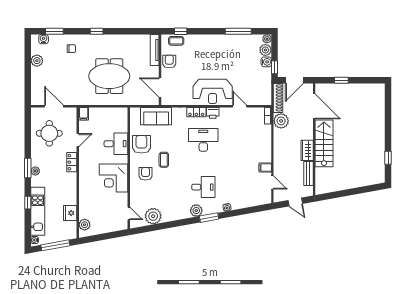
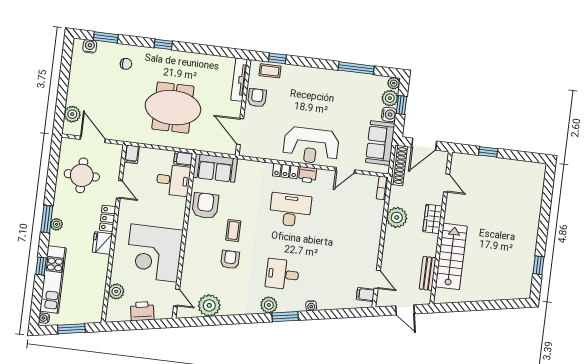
plant: (37, 61) -> (72, 114), moved
window: (275, 67) -> (402, 105), moved
sofa: (262, 83) -> (380, 143), added
door: (240, 106) -> (345, 170), swing flipped
door: (314, 106) -> (447, 183), width x0.53
filing cabinet: (121, 112) -> (183, 159), added
sofa: (156, 116) -> (215, 168), moved
plant: (281, 121) -> (397, 217), moved
door: (78, 140) -> (119, 189), hinge flipped
stairs: (324, 143) -> (451, 256), moved
desk: (116, 144) -> (173, 180), moved
wardrobe: (307, 150) -> (433, 219), moved
filing cabinet: (265, 168) -> (365, 294), moved
armchair: (146, 174) -> (230, 260), moved
corner desk: (114, 178) -> (154, 253), width x1.36, depth x1.36
desk: (203, 187) -> (282, 274), turned 180
fridge: (70, 213) -> (102, 243), moved
plant: (85, 225) -> (116, 291), moved
printer: (105, 226) -> (142, 311), added
window: (55, 245) -> (71, 329), width x0.69

